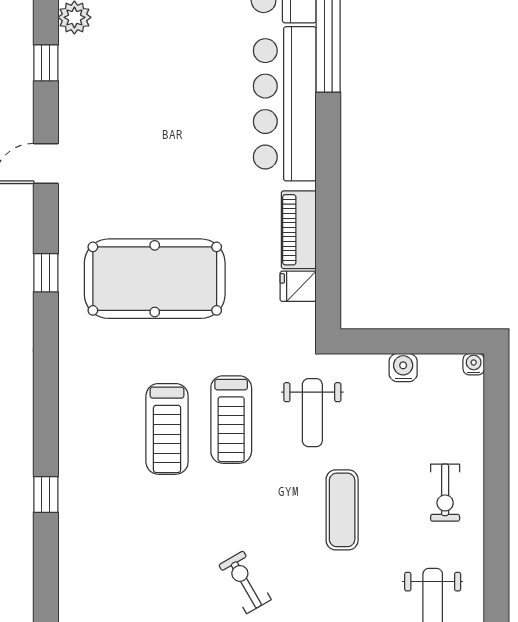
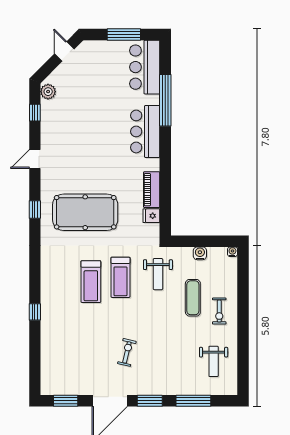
bar counter: (285, 104) -> (145, 131), width x0.73
exercise mat: (342, 510) -> (193, 298), moved
exercise bike: (245, 582) -> (127, 352), turned 43

